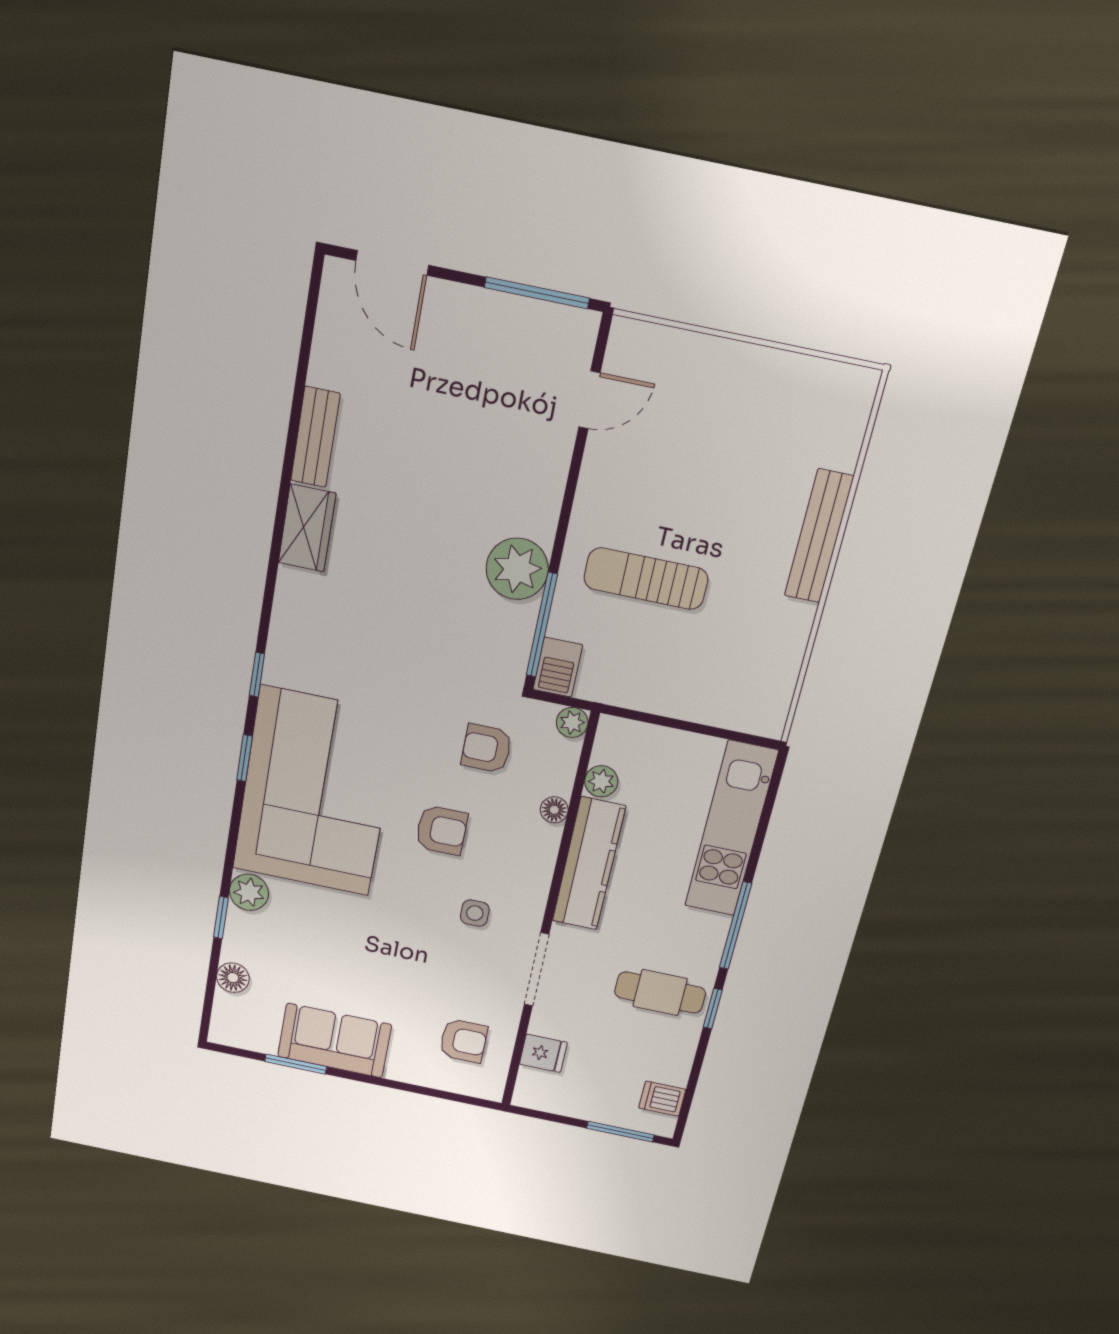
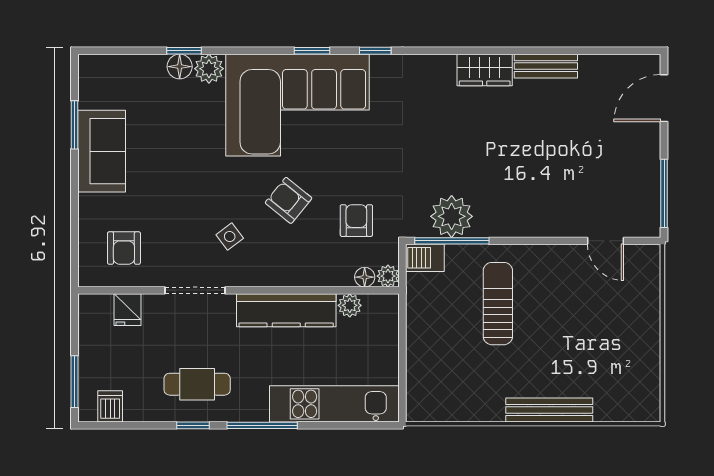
plant: (517, 569) -> (452, 216), moved
floor lamp: (554, 810) -> (365, 277), moved
armchair: (442, 830) -> (289, 200), turned 129
side table: (475, 913) -> (230, 236), turned -37
floor lamp: (233, 978) -> (180, 67), moved
cafe table: (660, 993) -> (197, 384), turned 90

